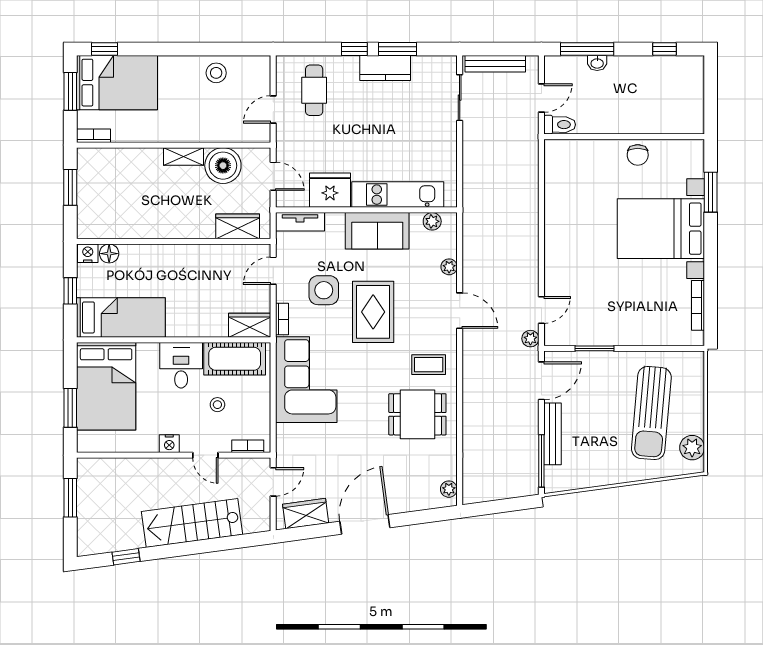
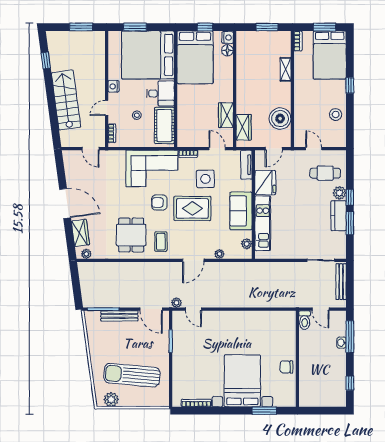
window: (104, 49) -> (350, 85), moved
plant: (347, 66) -> (339, 193), added
shelving: (183, 156) -> (286, 69), moved
bed: (121, 317) -> (195, 57), width x1.50
wardrobe: (250, 325) -> (226, 115), moved, turned 180
armchair: (363, 367) -> (159, 203), added
bed: (106, 386) -> (148, 55), width x1.36
wardrobe: (306, 514) -> (80, 233), moved

